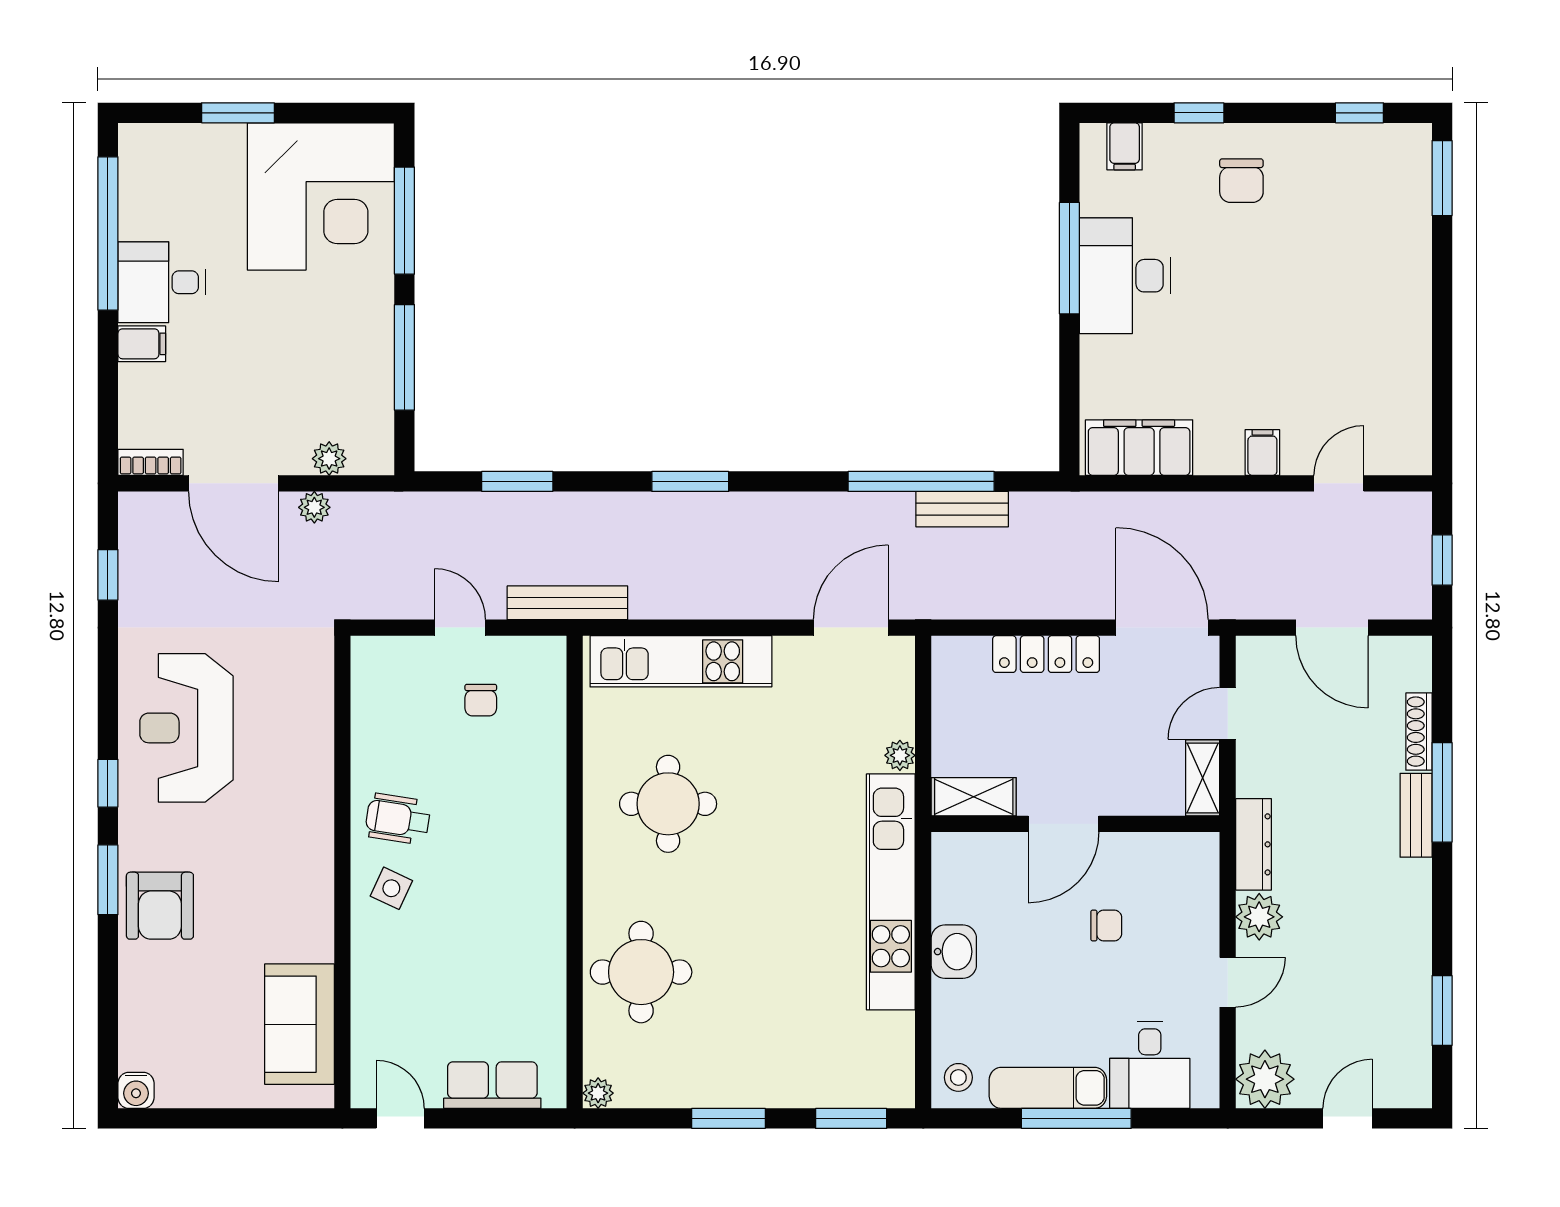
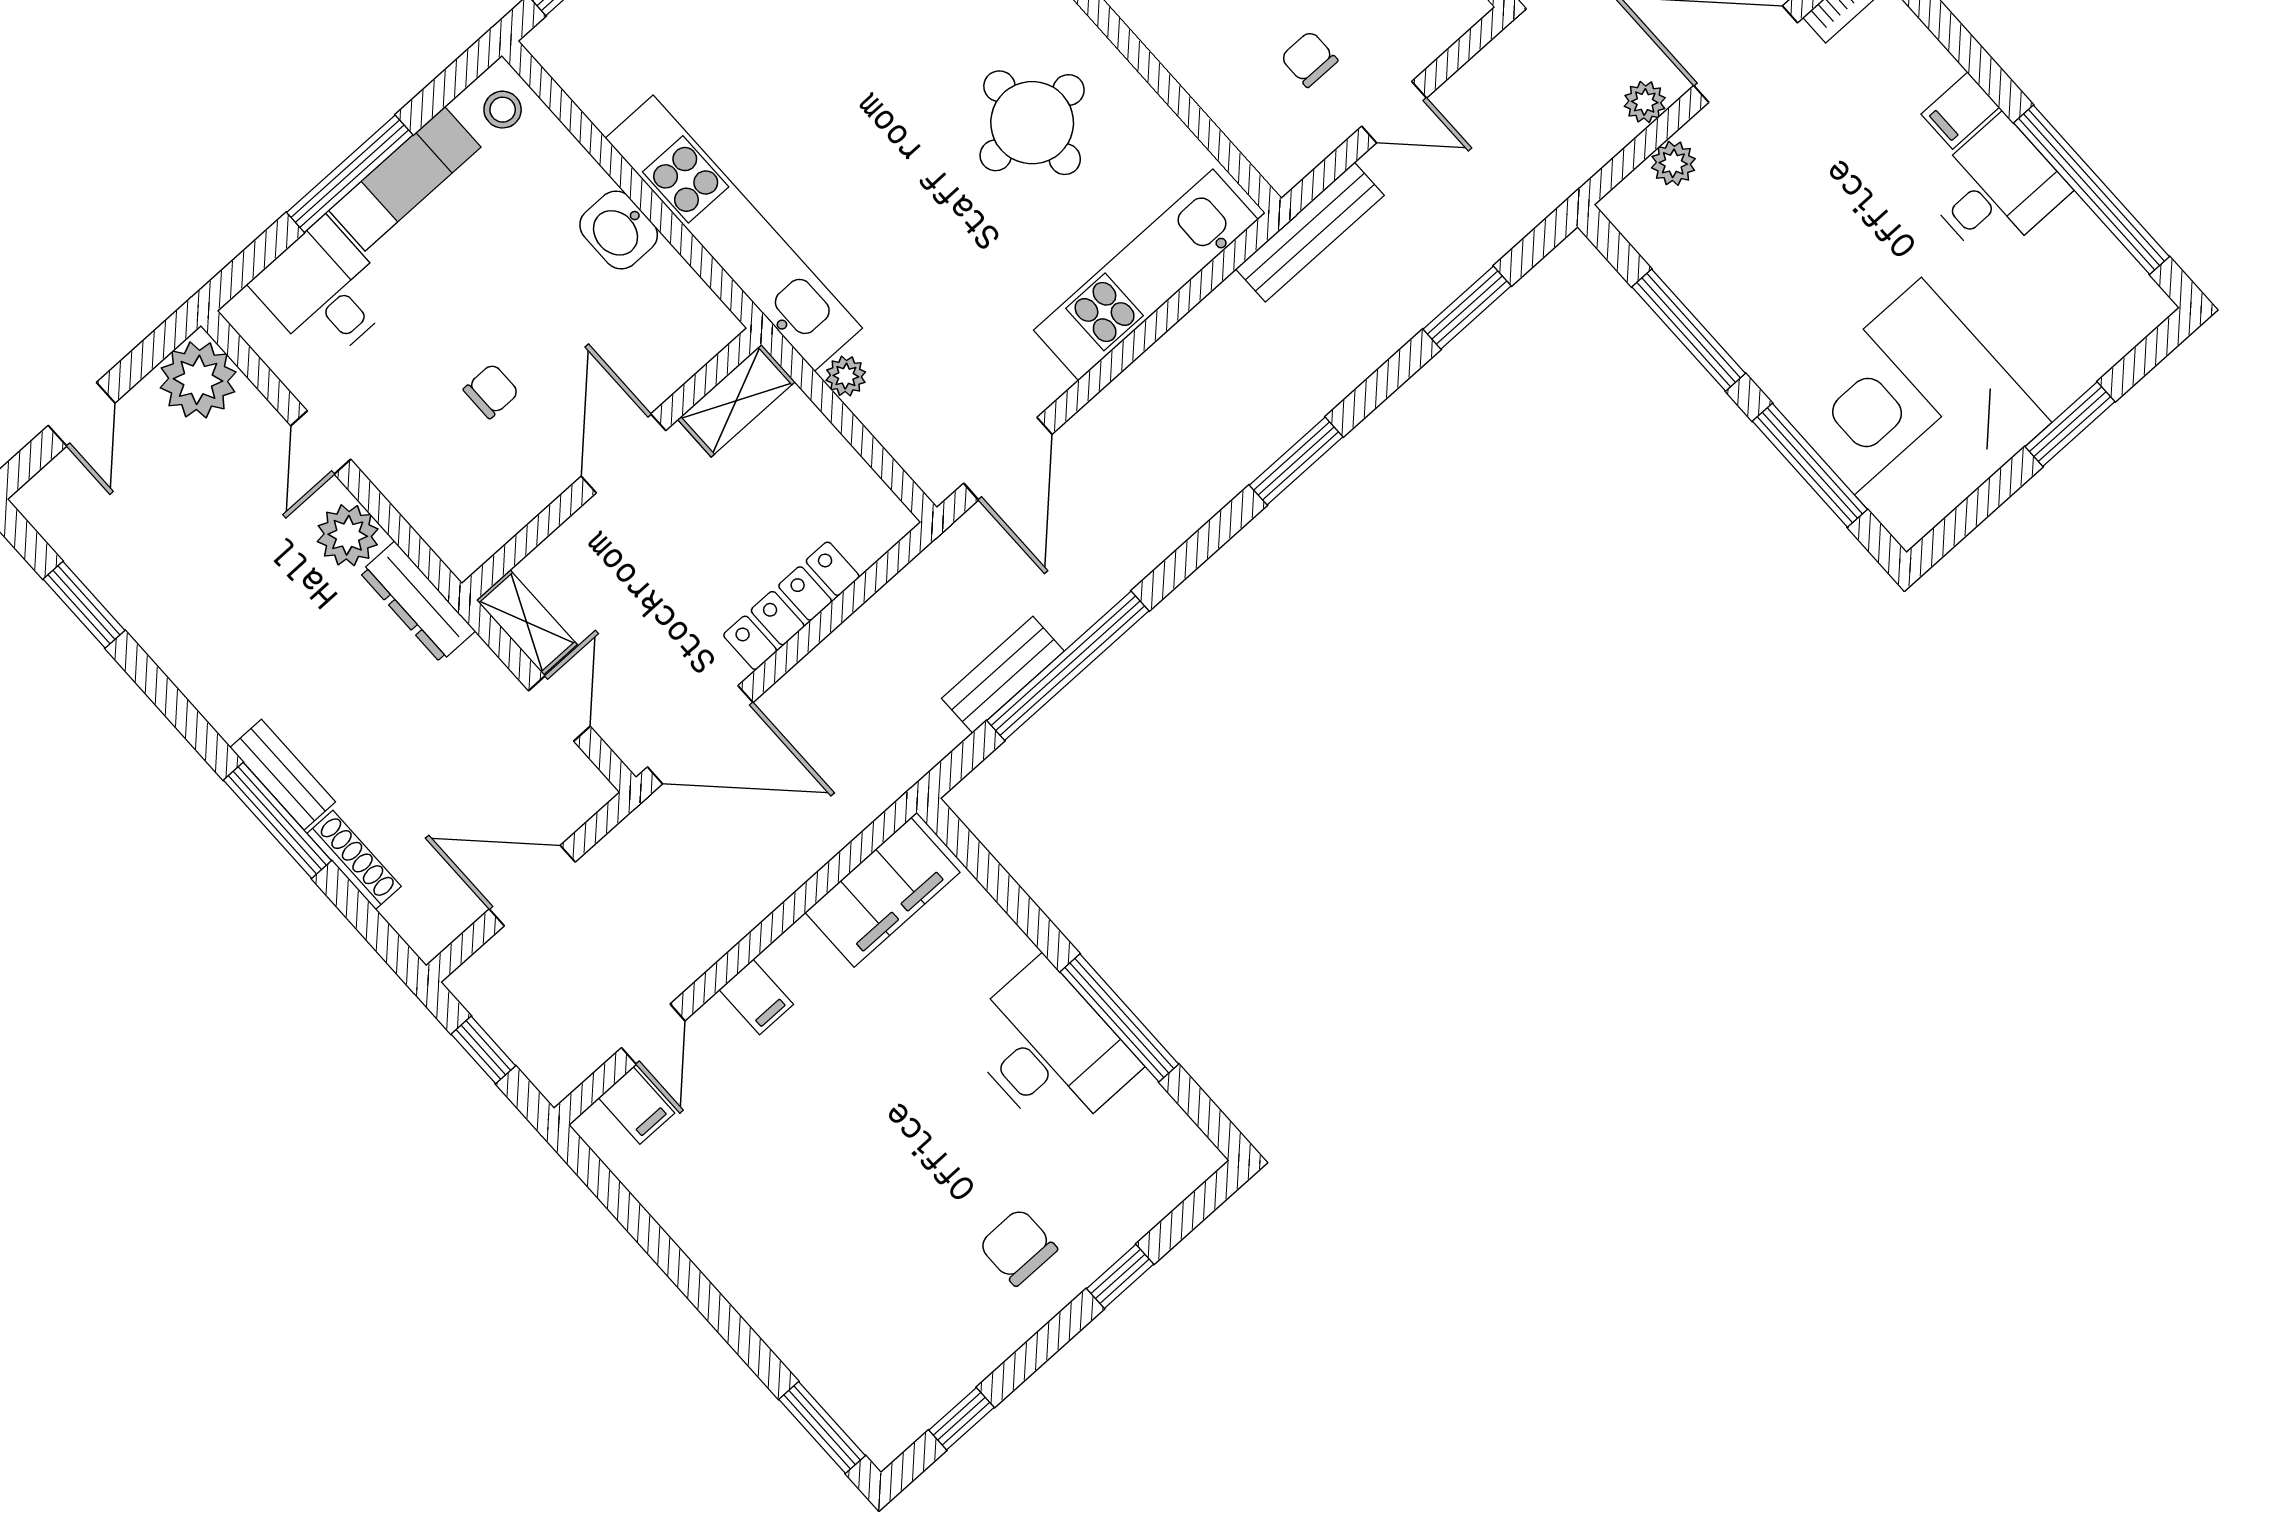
filing cabinet: (1125, 146) -> (637, 1105), moved, turned 180
chair: (1106, 925) -> (491, 391), turned 180

